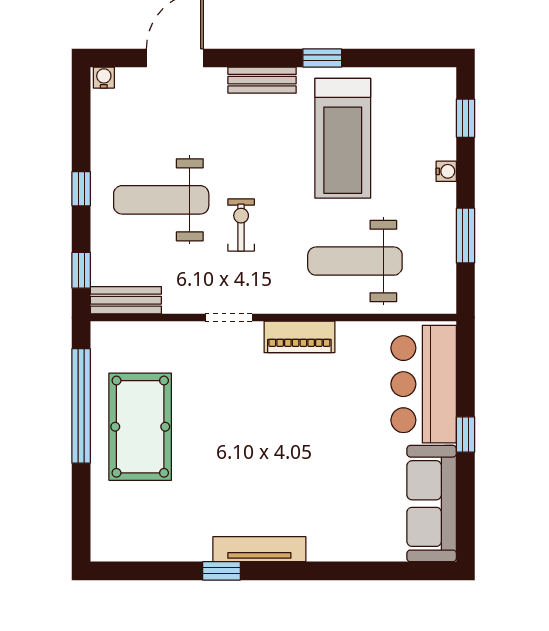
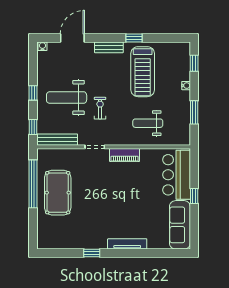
weight bench: (355, 261) -> (148, 123), width x0.73, depth x0.75
bench: (126, 300) -> (57, 140), width x1.36
tv unit: (259, 549) -> (127, 244), moved

